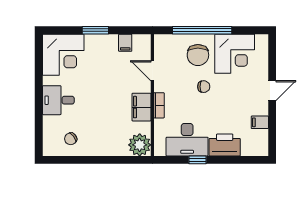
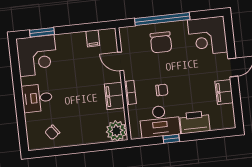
window: (95, 30) -> (42, 32), moved
corner desk: (235, 54) -> (207, 36), moved, turned 90
chair: (204, 87) -> (162, 90), moved
filing cabinet: (260, 122) -> (224, 92), width x2.00

